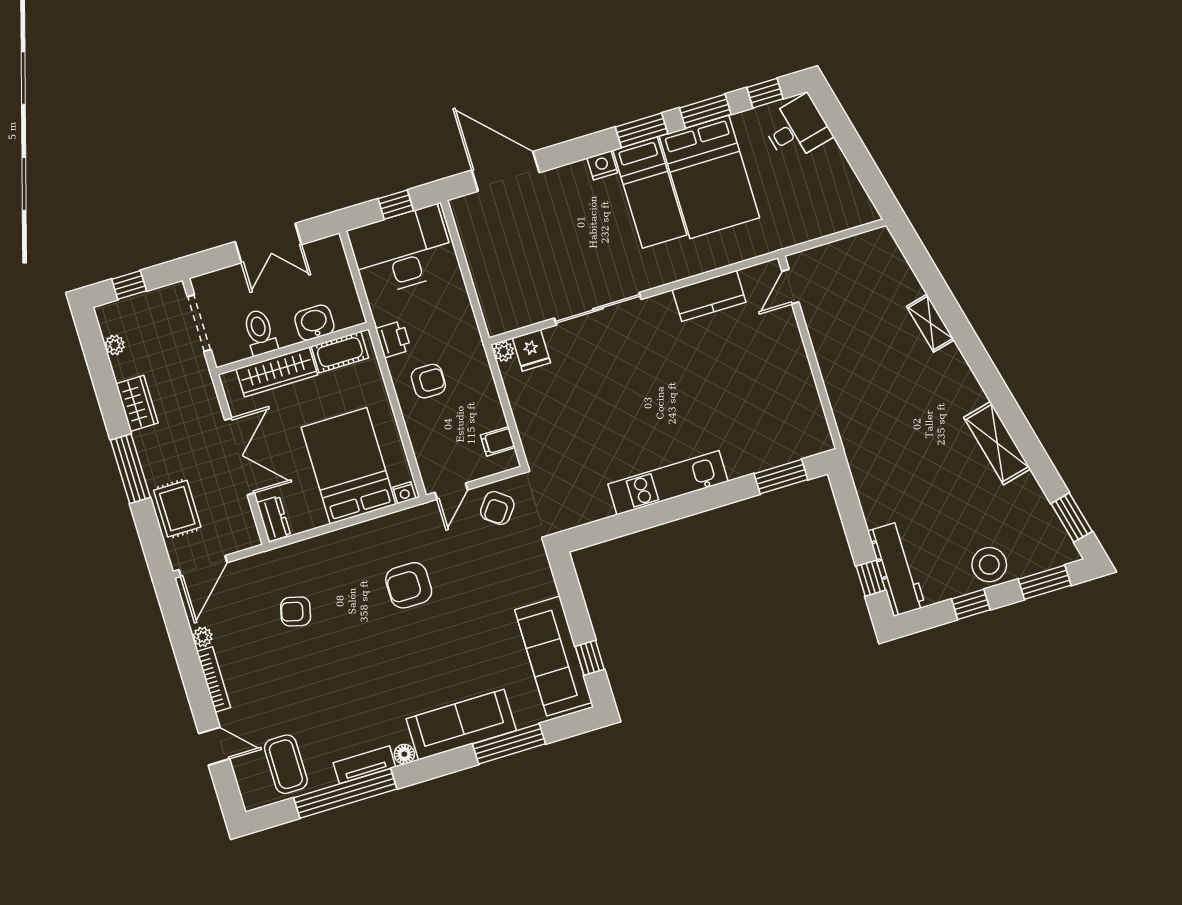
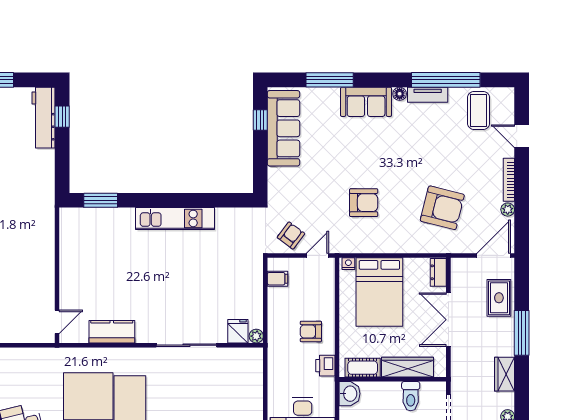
washbasin: (314, 323) -> (350, 394), moved, turned -90
armchair: (296, 612) -> (442, 208), width x1.88, depth x1.88
sofa: (461, 725) -> (366, 102), width x0.73

